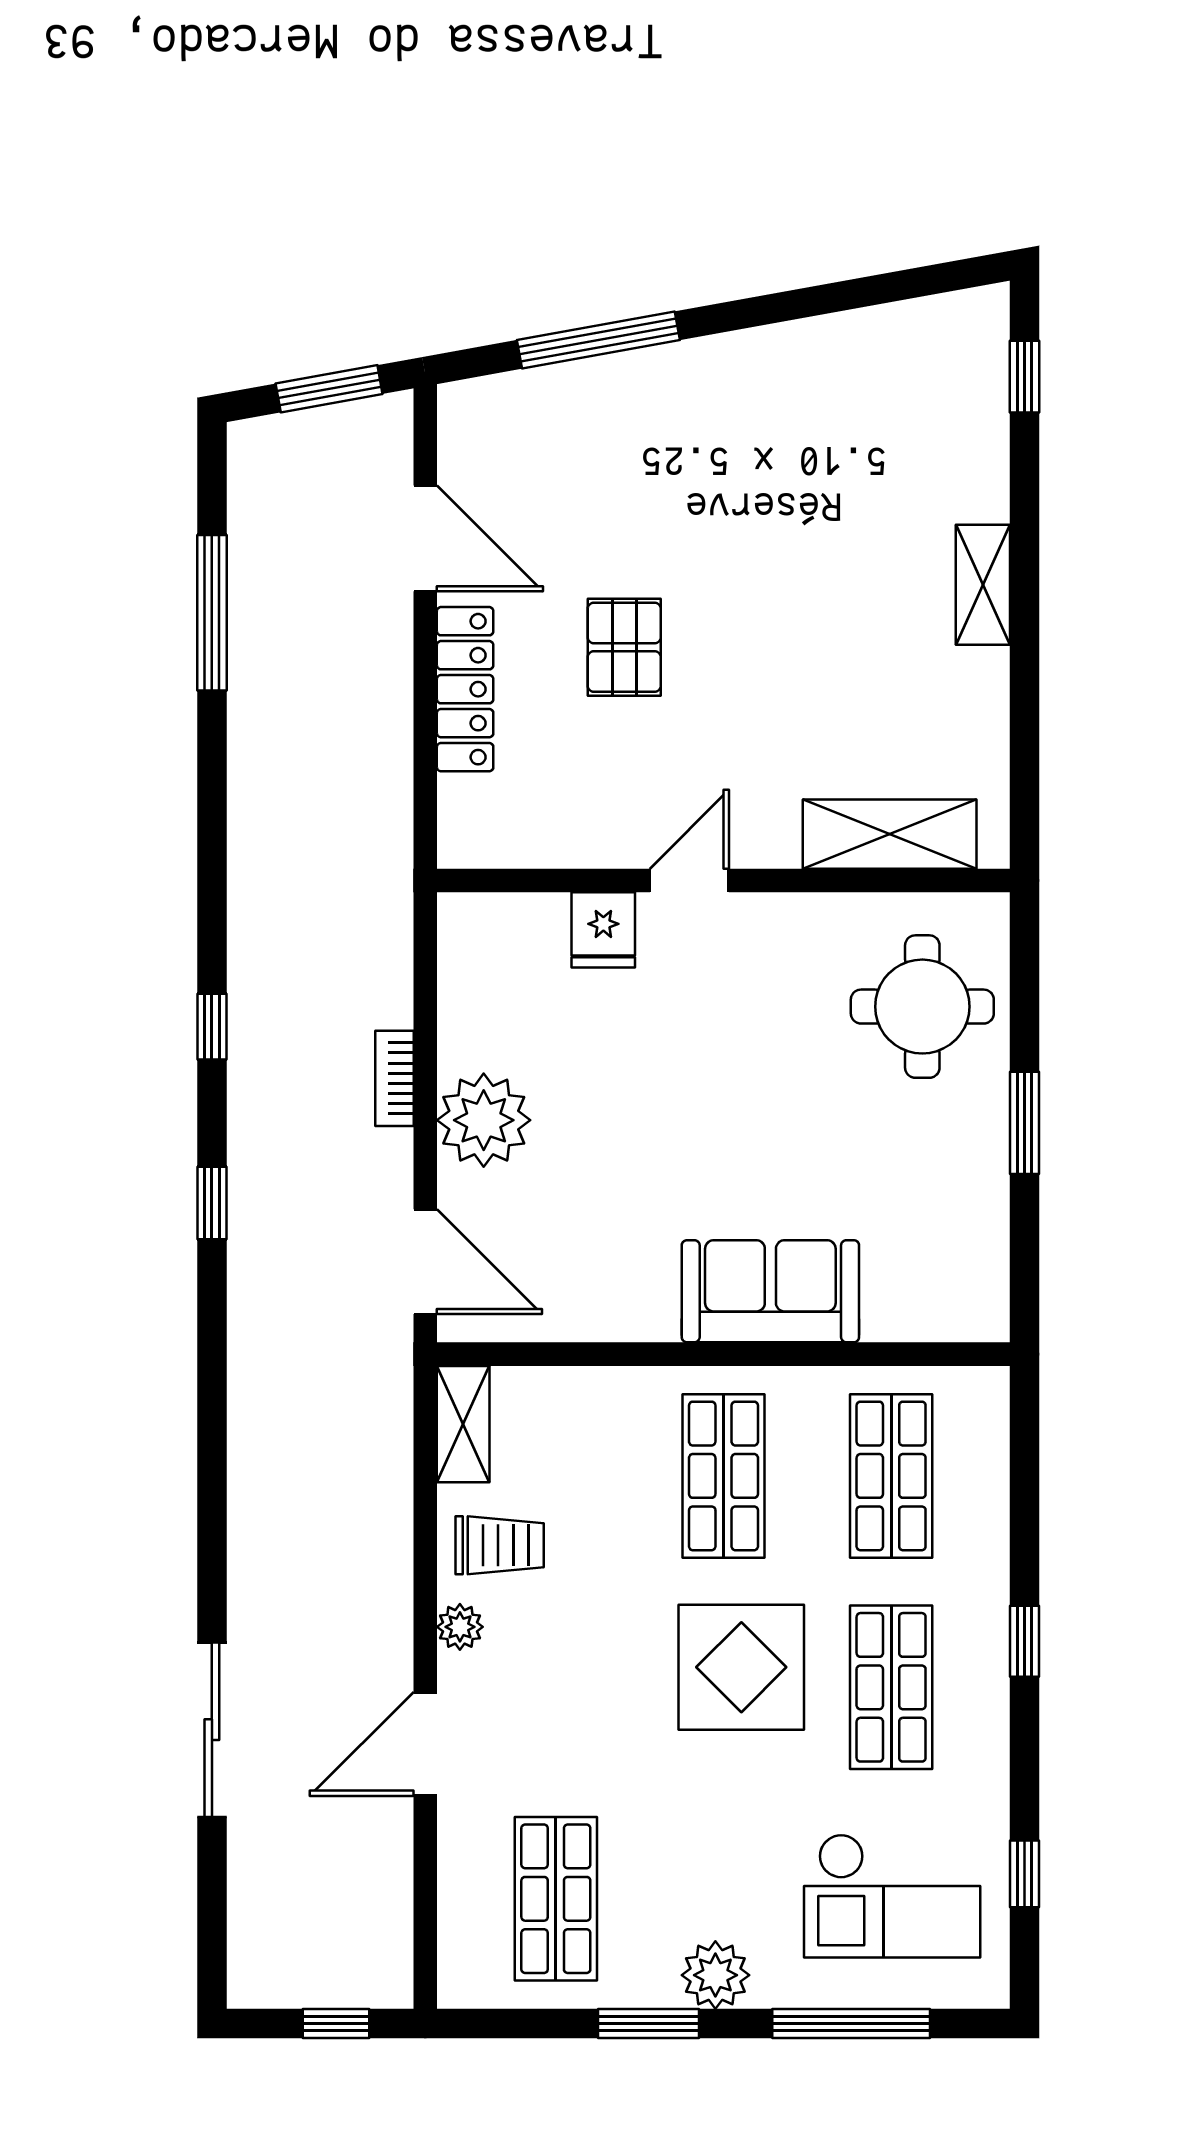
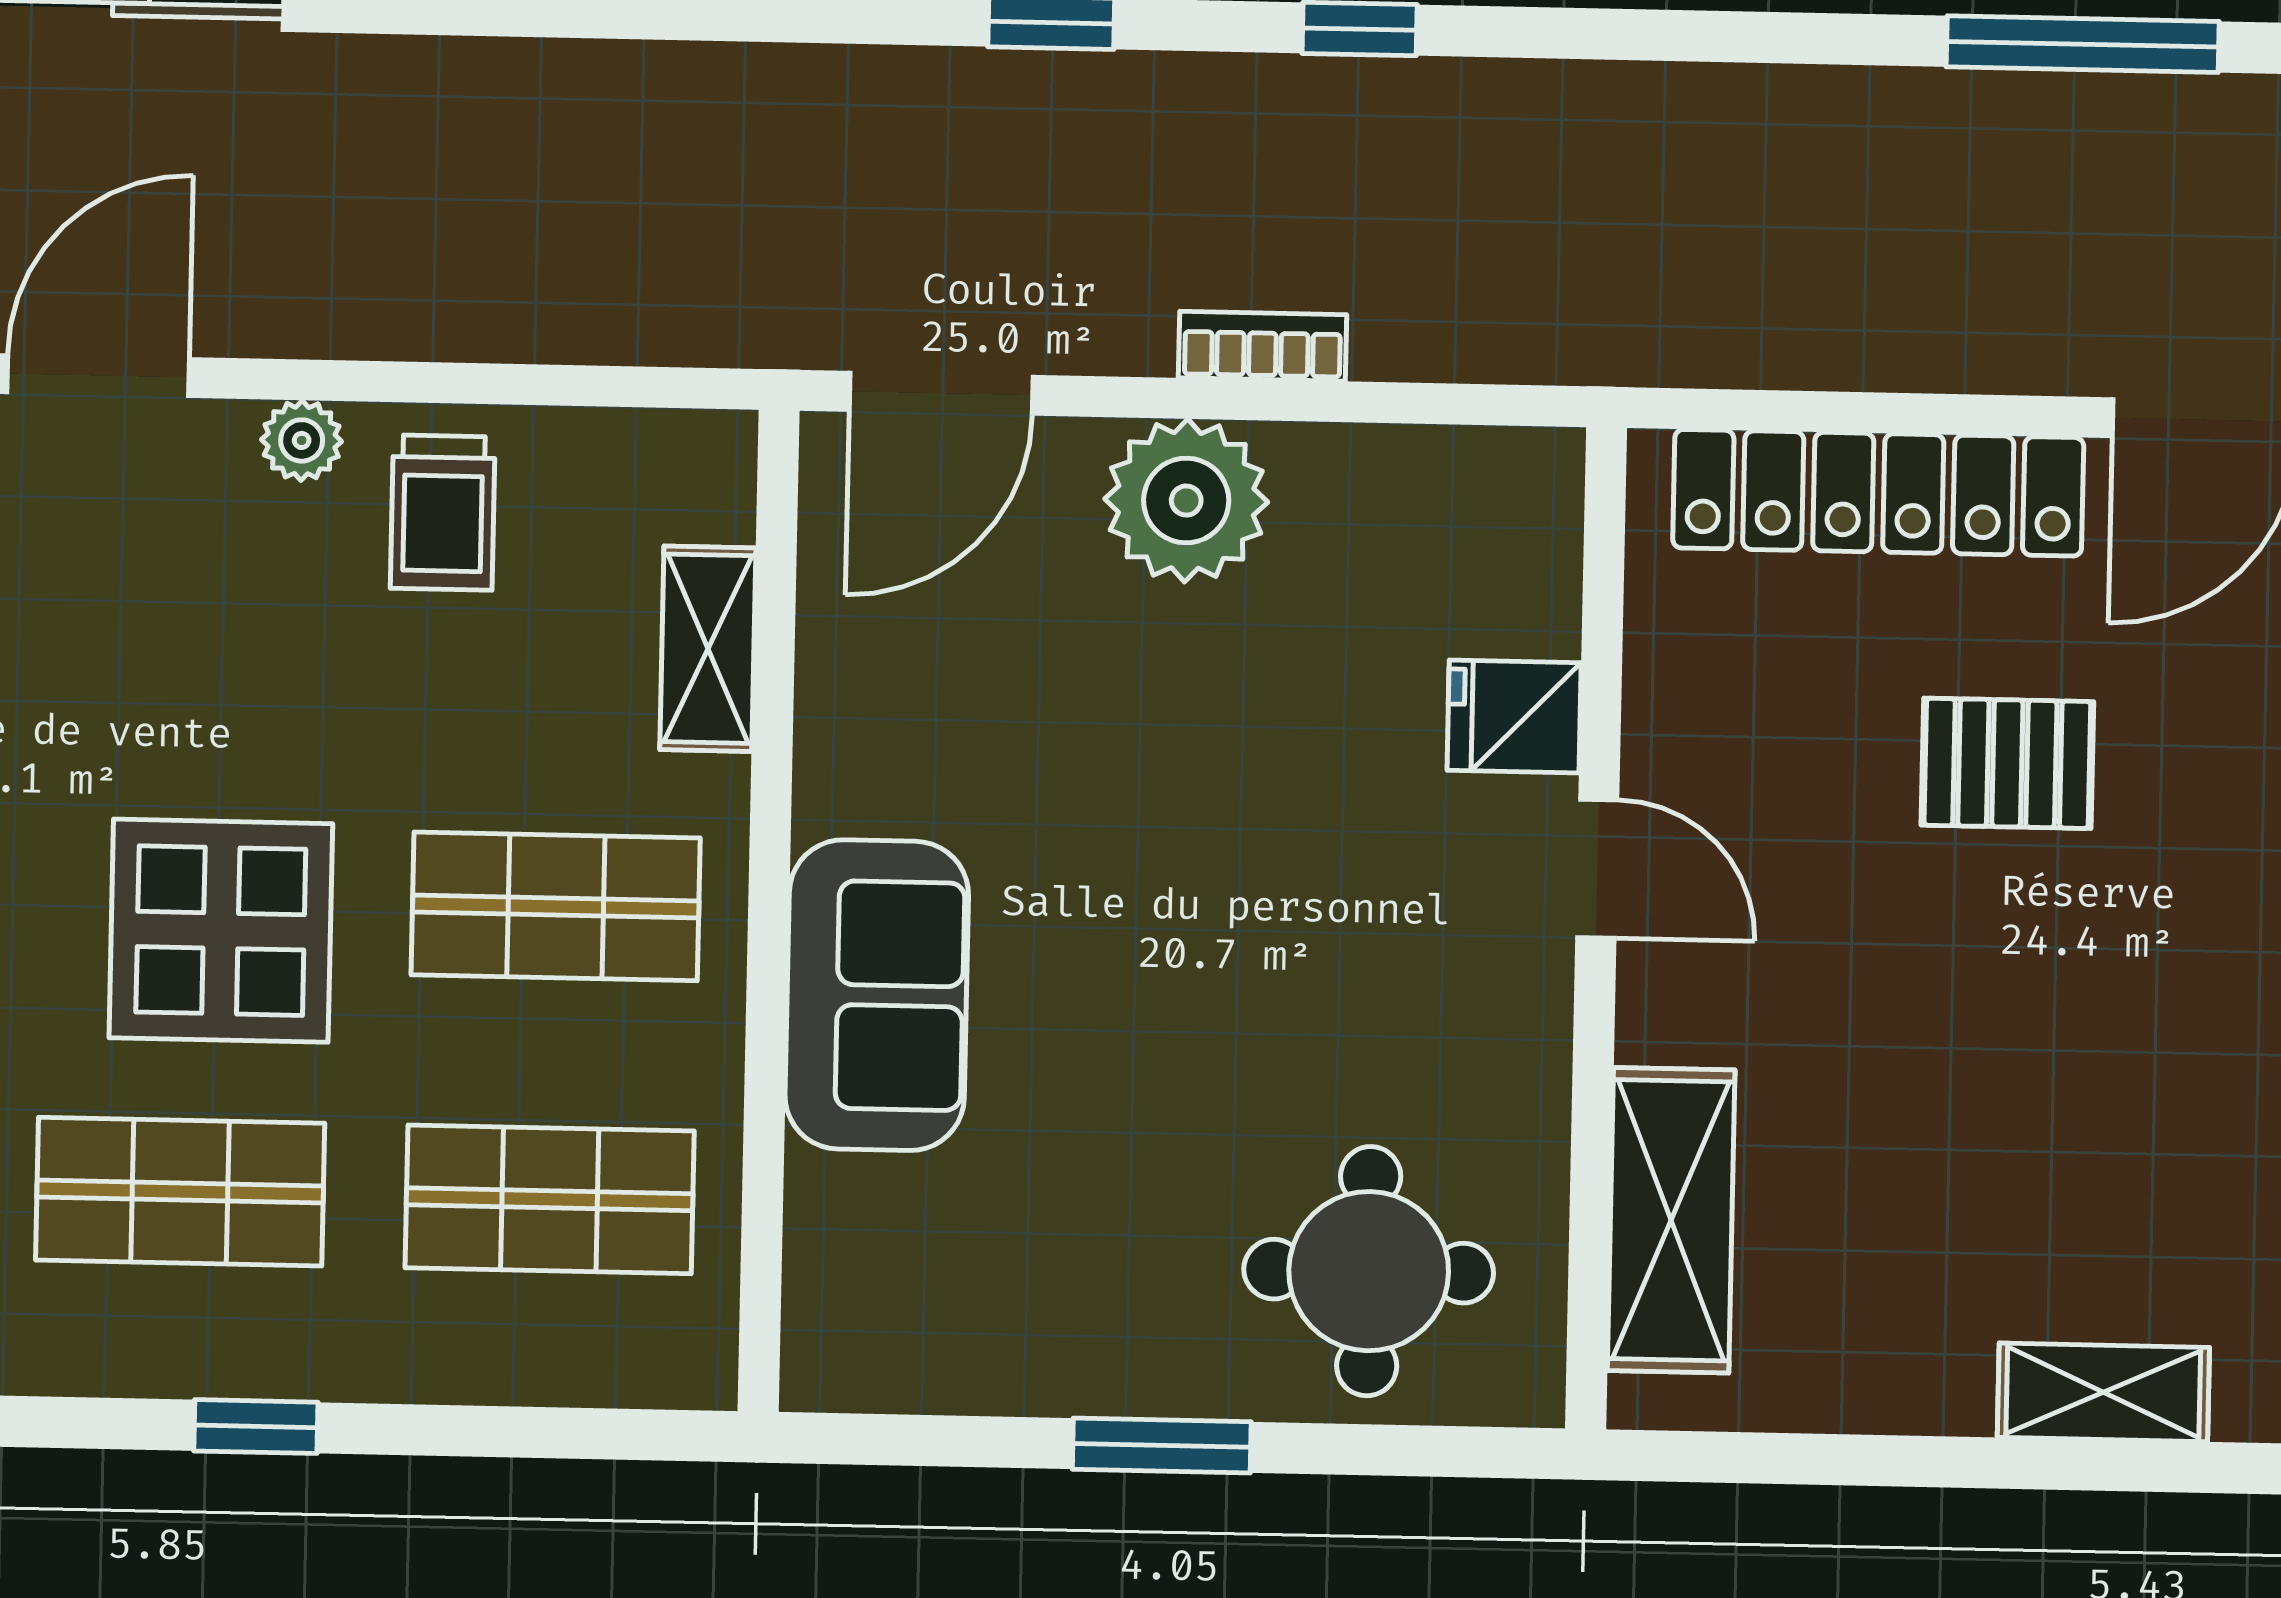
locker: (465, 689) -> (1878, 493), width x1.41, depth x1.21
shelving: (463, 1424) -> (708, 649), moved, turned 90
door: (425, 1744) -> (98, 376), hinge flipped

